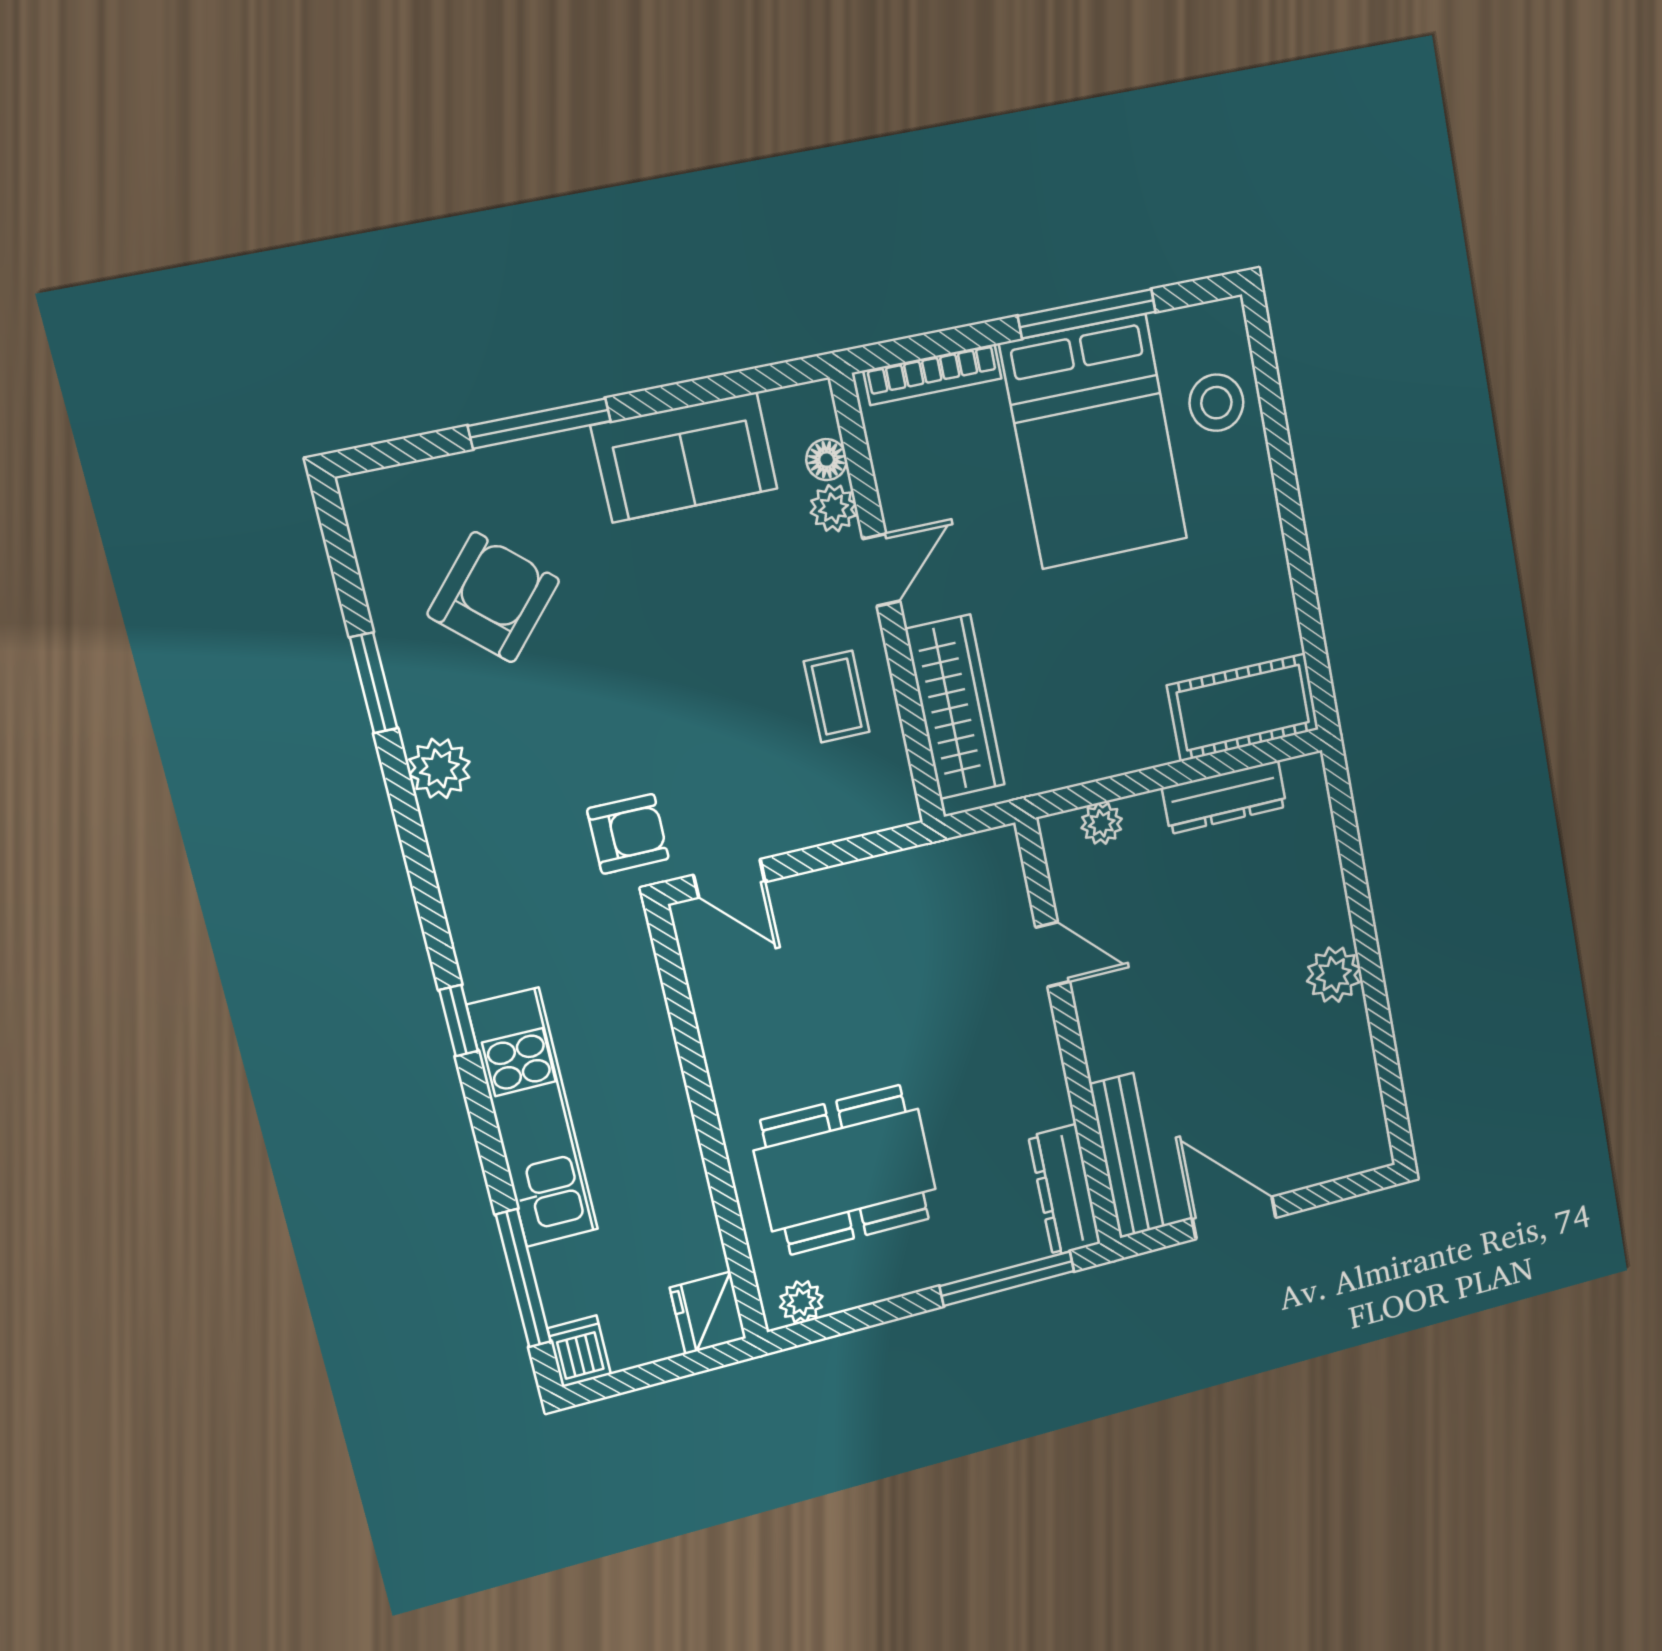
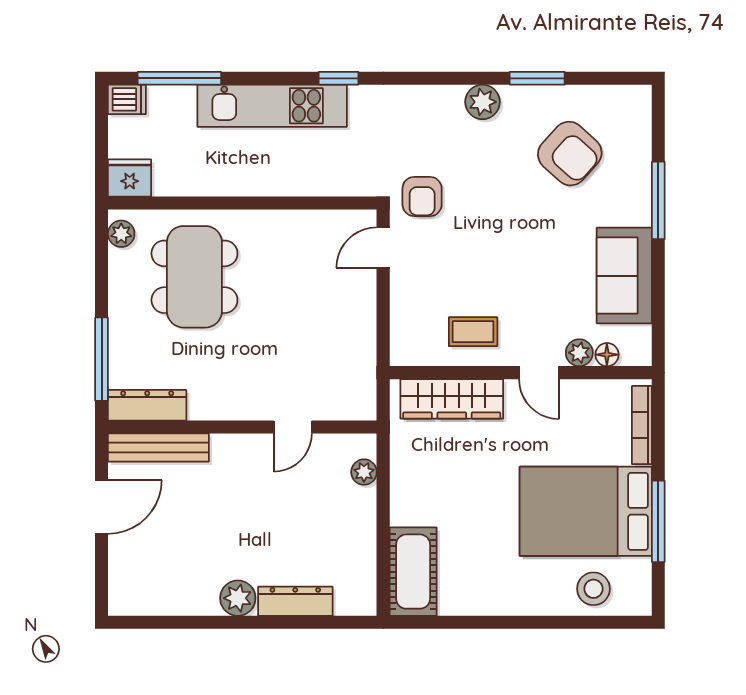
dresser: (1224, 797) -> (295, 601), moved, turned 90

